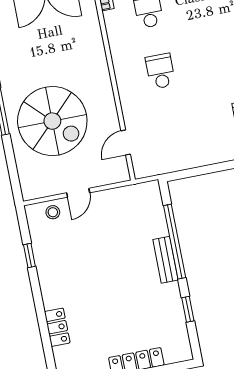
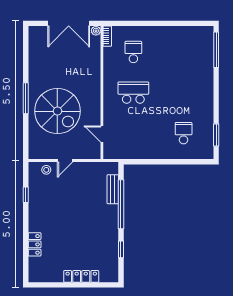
school desk: (160, 71) -> (133, 93), width x1.85
door: (126, 142) -> (102, 134), hinge flipped
bench: (165, 260) -> (113, 189), moved

